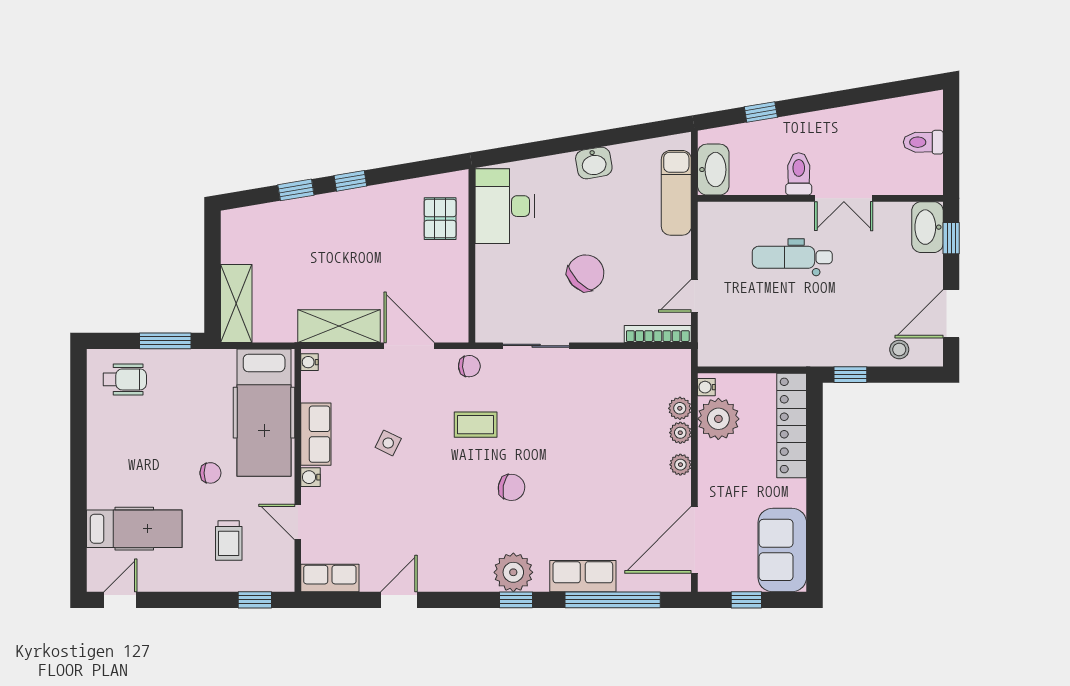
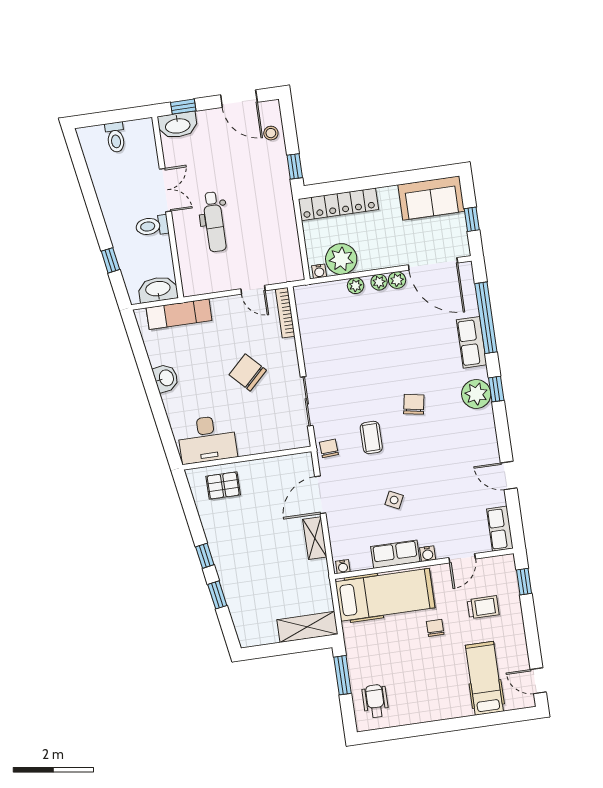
shelving: (339, 326) -> (315, 538), width x0.67, depth x0.75
plant: (680, 408) -> (397, 280), moved

